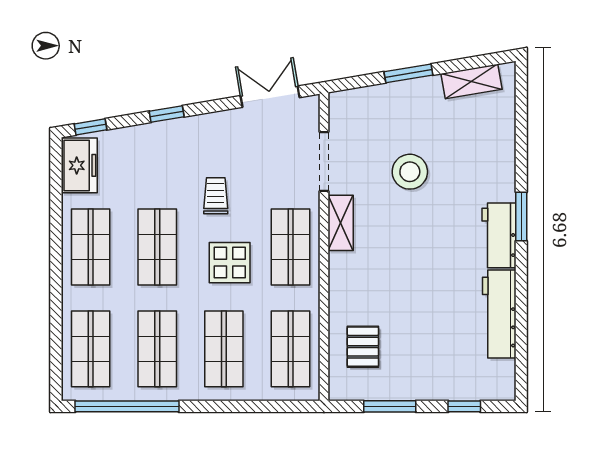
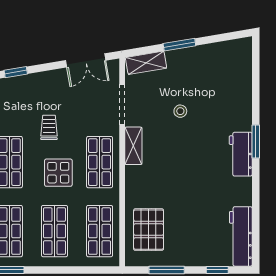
shelving: (471, 81) -> (146, 63), moved
double door: (270, 97) -> (86, 60), swing flipped
stool: (410, 172) -> (180, 111), width x0.53, depth x0.53
workbench: (499, 314) -> (241, 236), moved
pallet: (363, 347) -> (149, 230), width x1.50, depth x1.42

